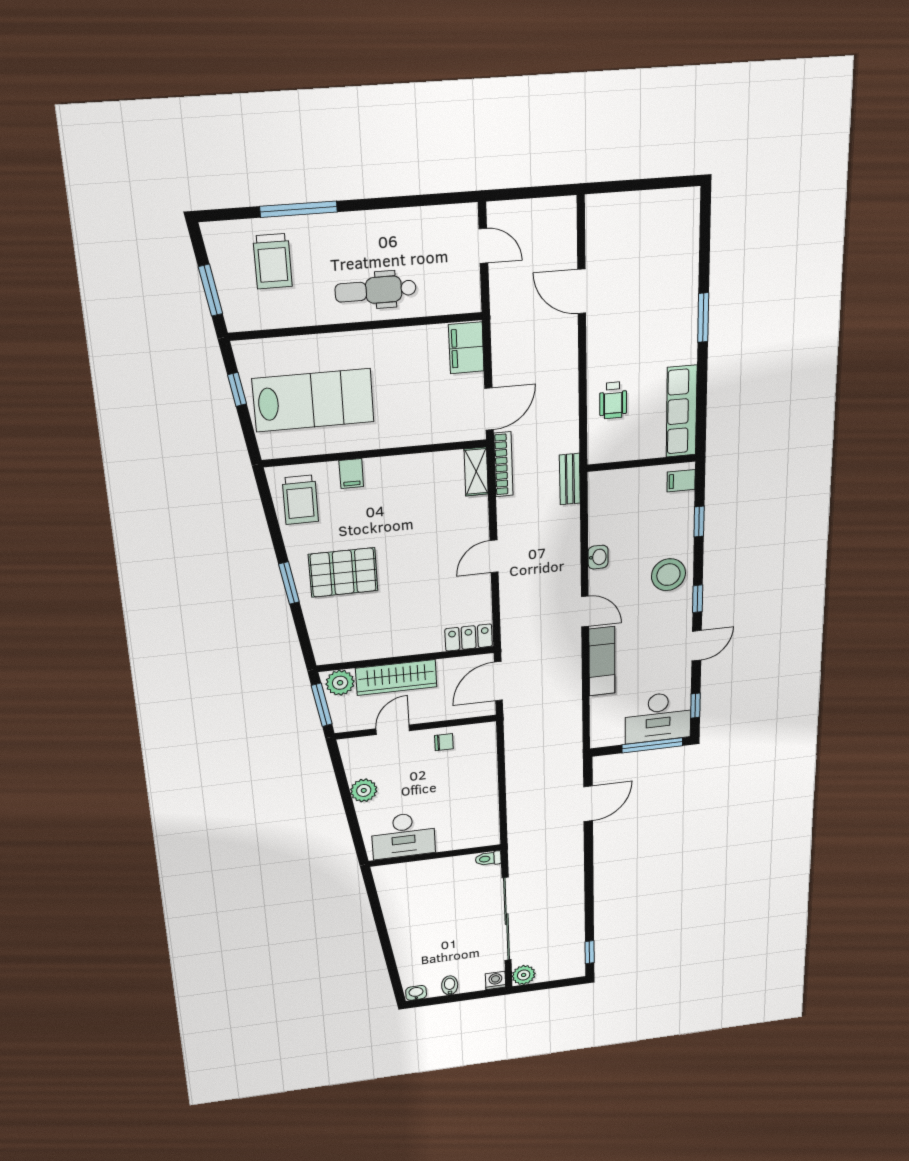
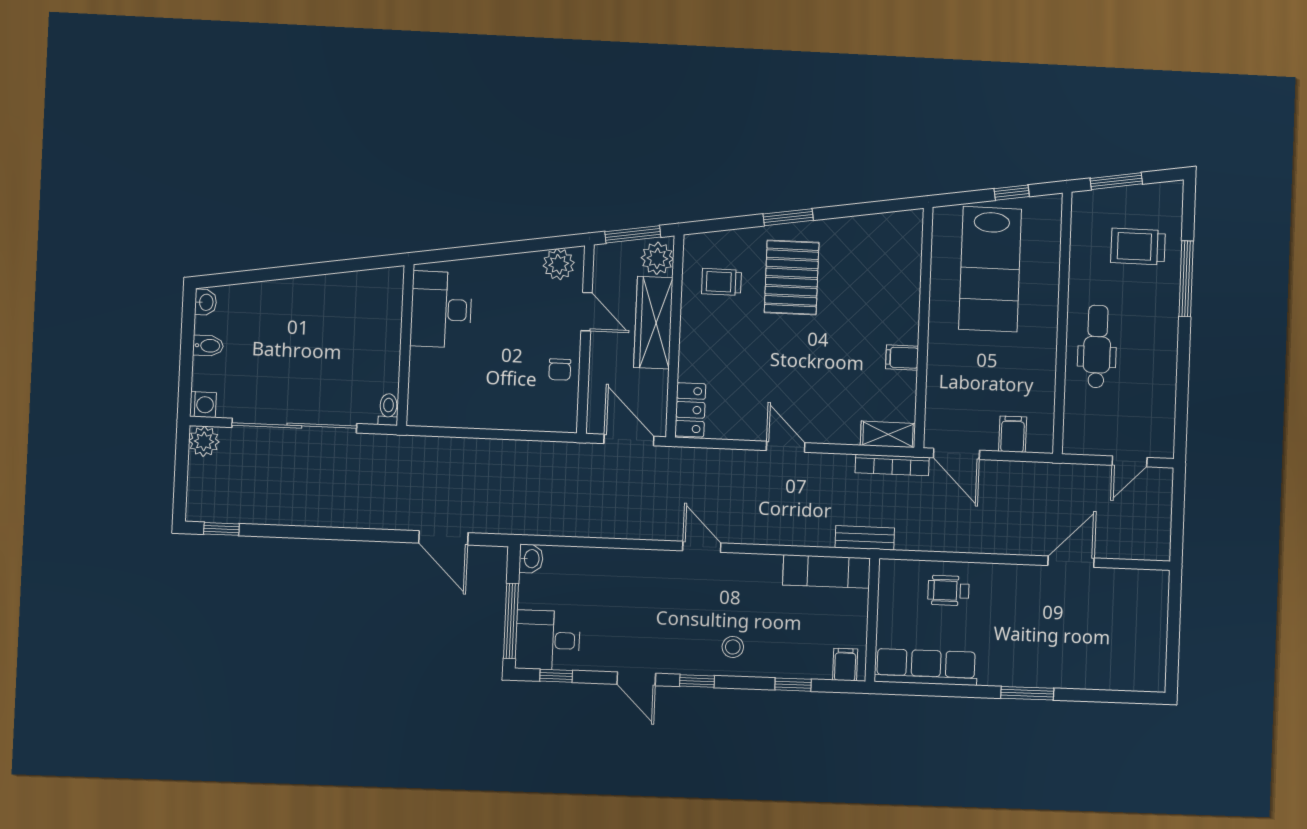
filing cabinet: (466, 348) -> (1013, 434), width x0.50
filing cabinet: (351, 474) -> (902, 358), moved
trolley: (300, 500) -> (722, 282), moved, width x0.73, depth x0.72
washbasin: (598, 557) -> (531, 559), moved, turned -90
stool: (668, 575) -> (733, 647), width x0.53, depth x0.53
door: (585, 611) -> (702, 547), swing flipped
exam couch: (602, 661) -> (827, 571), moved
desk: (658, 717) -> (548, 640), width x0.73
plant: (364, 790) -> (559, 264), moved

